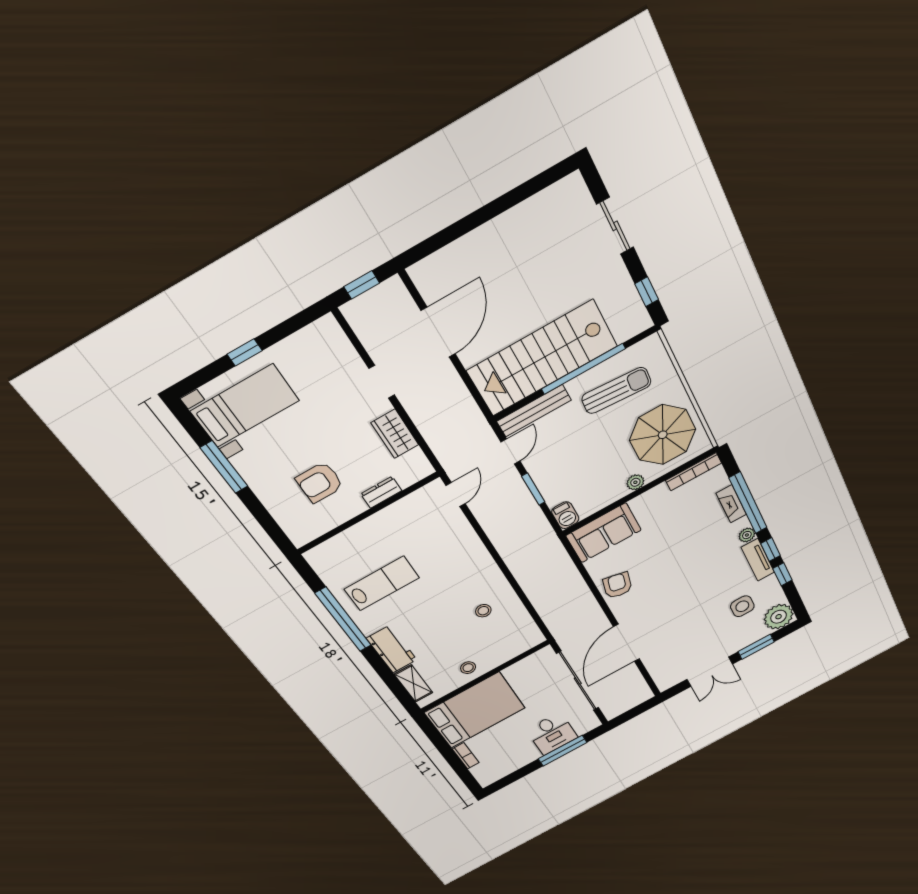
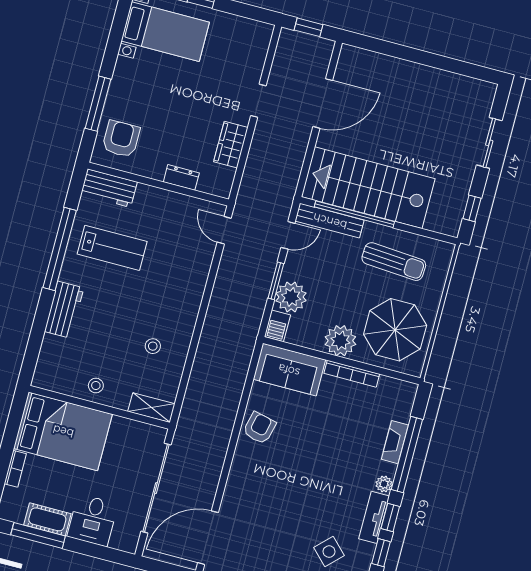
window: (583, 369) -> (354, 214), moved
window: (224, 467) -> (98, 104), moved
bookcase: (694, 472) -> (352, 374), moved
armchair: (320, 482) -> (121, 139), moved, turned 90
plant: (635, 482) -> (340, 341), width x1.87, depth x1.87
plant: (557, 488) -> (291, 297), added
door: (456, 495) -> (224, 230), swing flipped
workbench: (333, 551) -> (109, 188), added
side table: (742, 606) -> (329, 552), turned 45
door: (627, 643) -> (208, 538), moved
shelving: (414, 683) -> (151, 408), moved, turned 90
window: (563, 751) -> (38, 535), moved
cot: (520, 759) -> (47, 519), added

